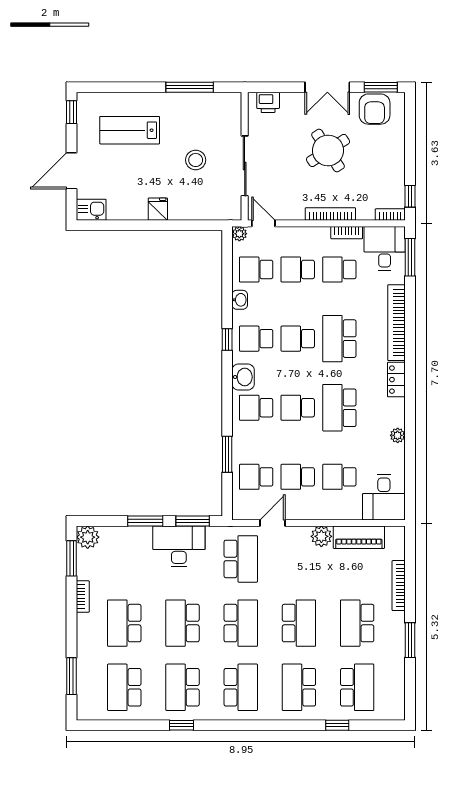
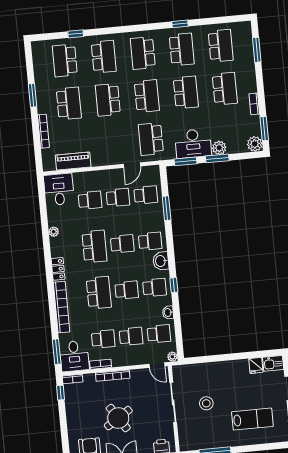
fridge: (158, 209) -> (256, 365), moved
plant: (321, 536) -> (219, 148), moved
school desk: (241, 623) -> (147, 96), turned 180

